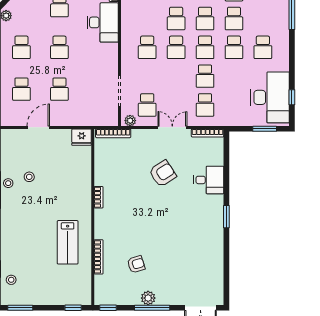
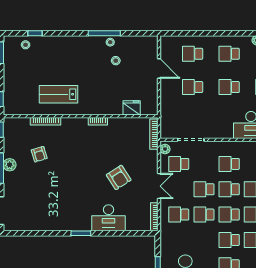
school desk: (176, 76) -> (204, 189), added
fridge: (82, 137) -> (132, 108), moved, turned 90
desk: (209, 180) -> (108, 218), width x1.37

